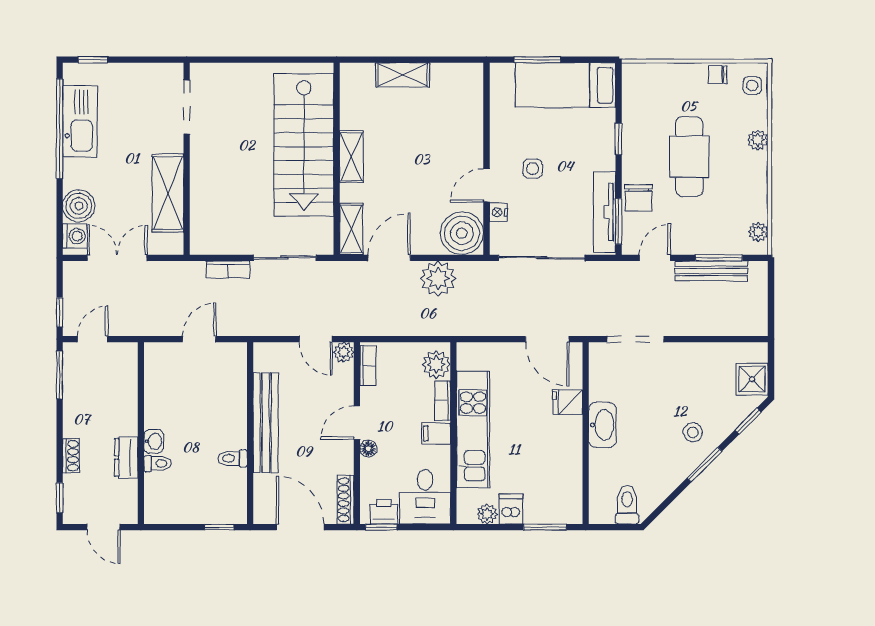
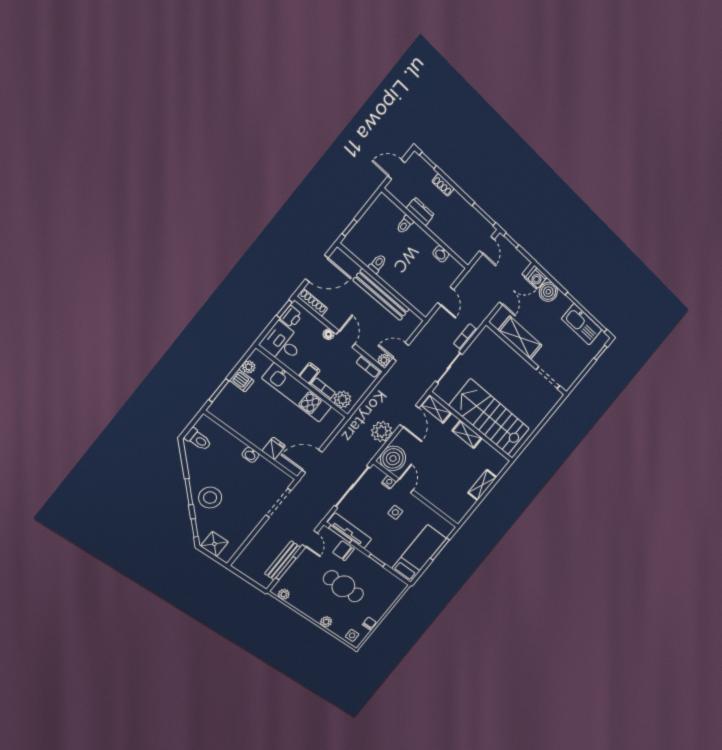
washbasin: (603, 425) -> (250, 455), width x0.52, depth x0.69
stool: (693, 432) -> (210, 498), width x1.89, depth x1.89
washbasin: (154, 441) -> (441, 254), moved

